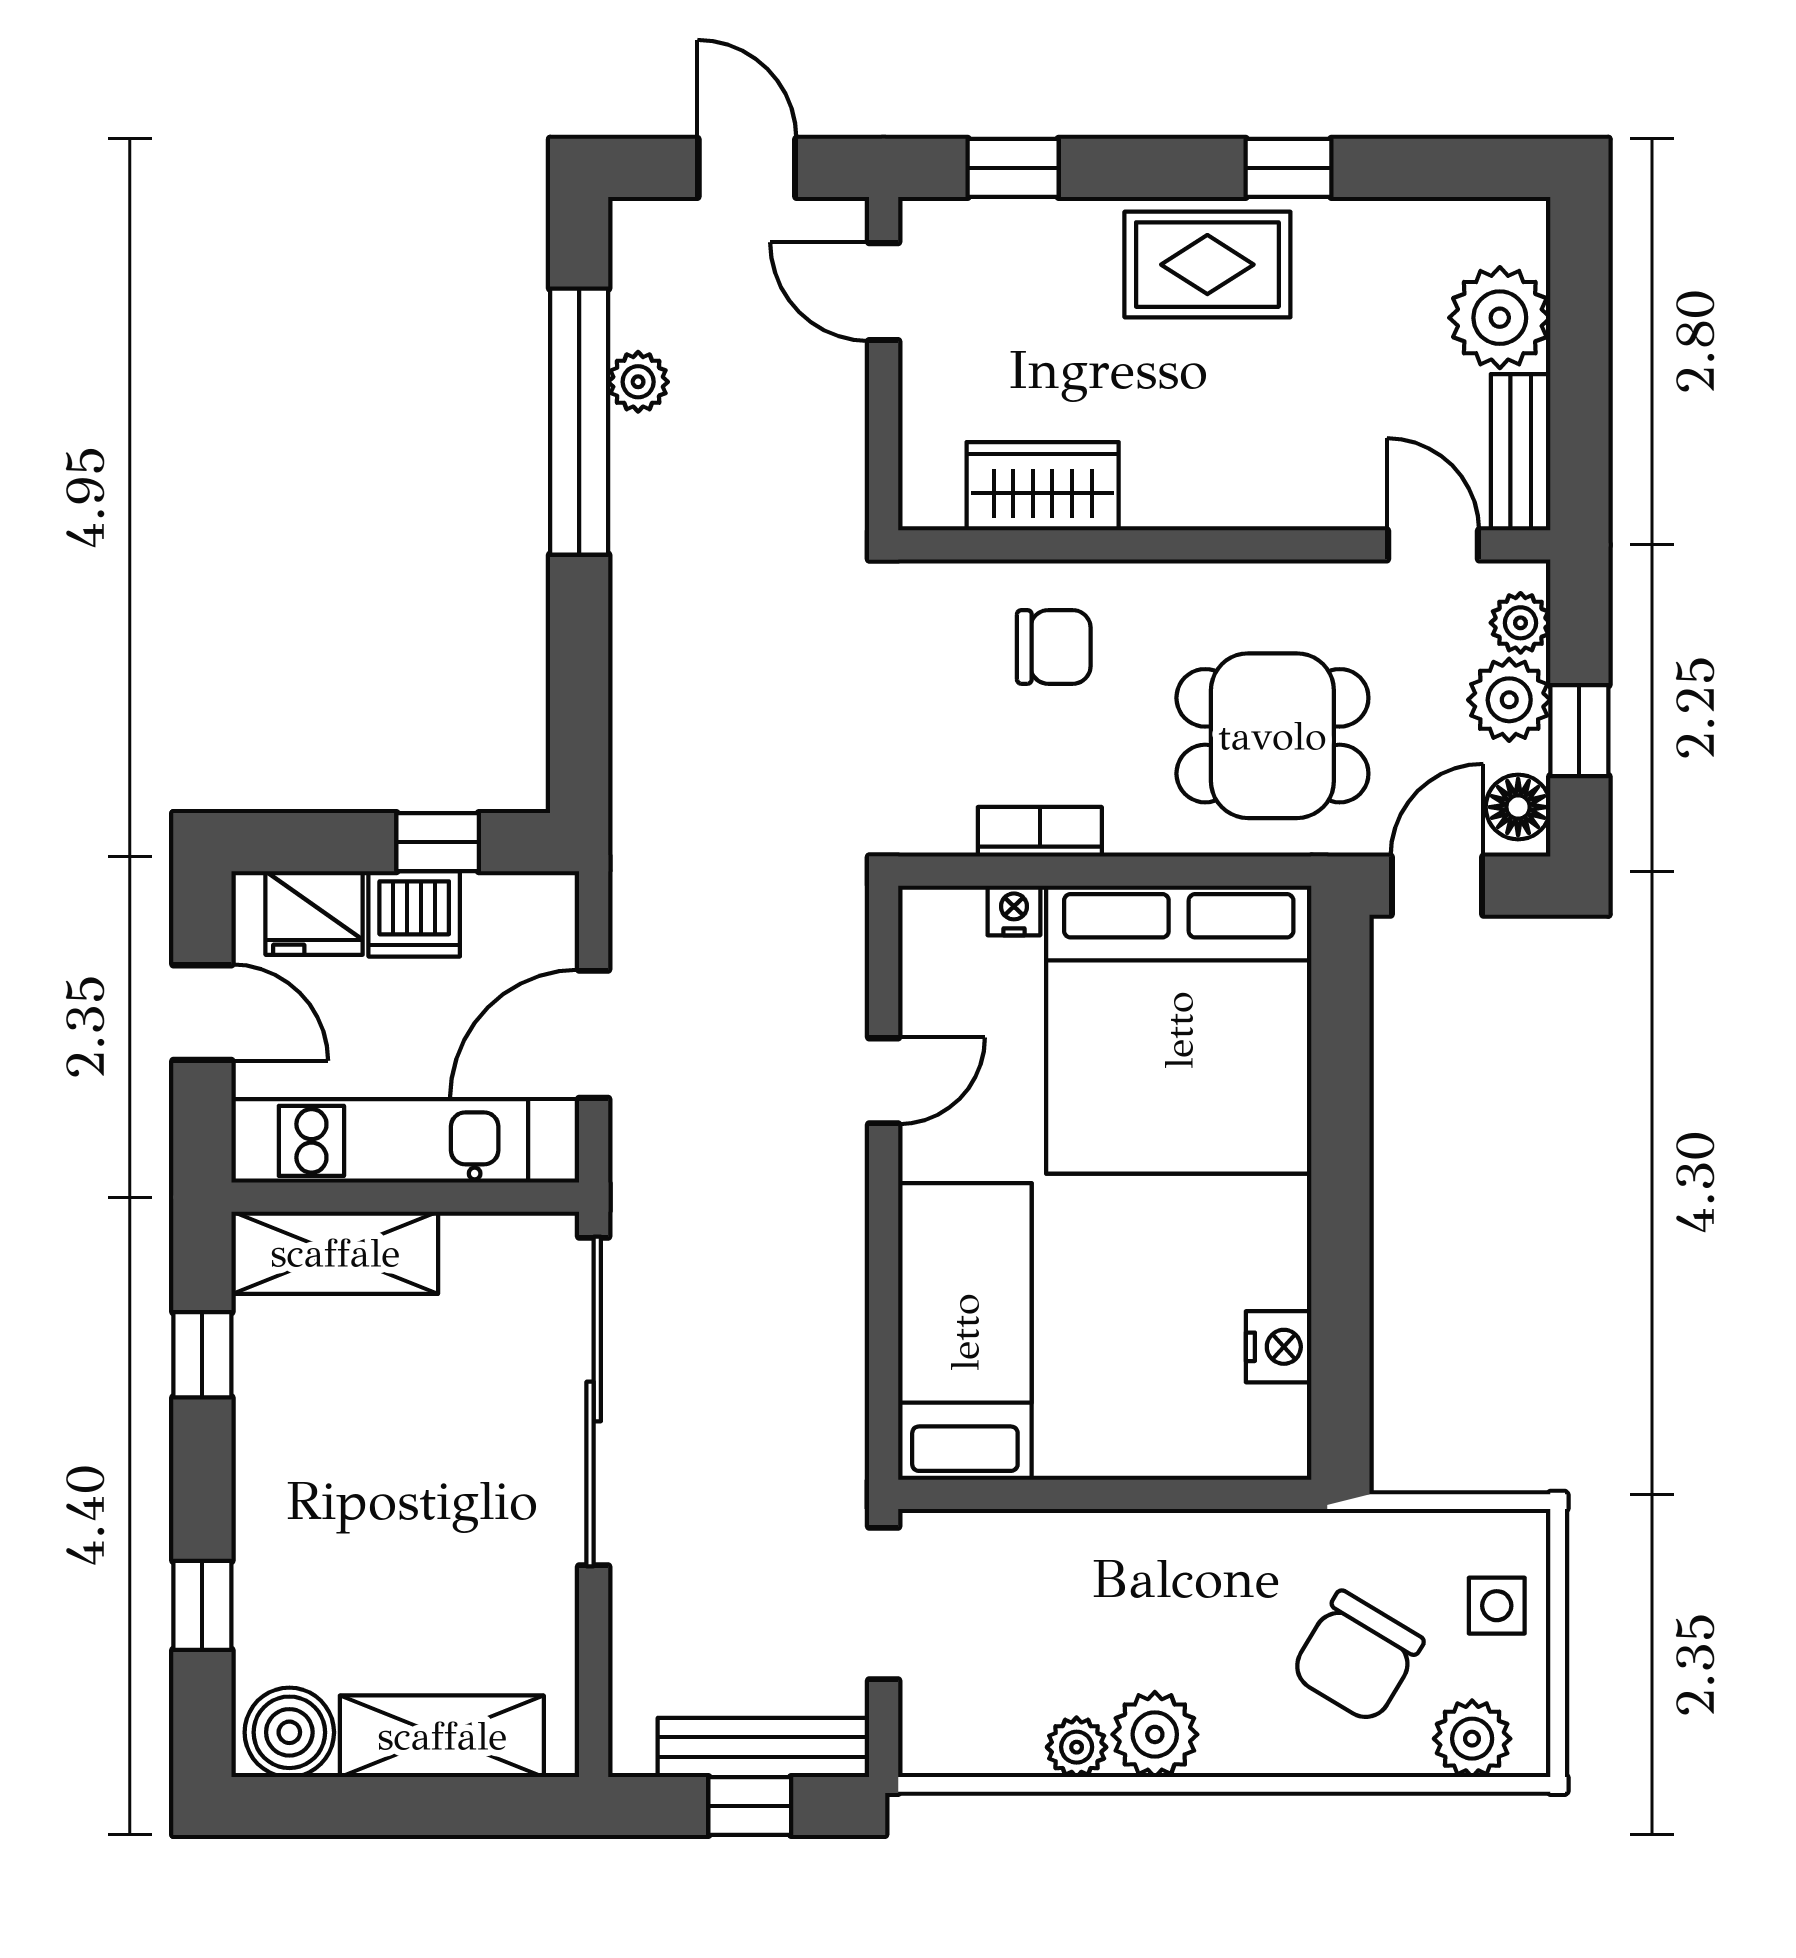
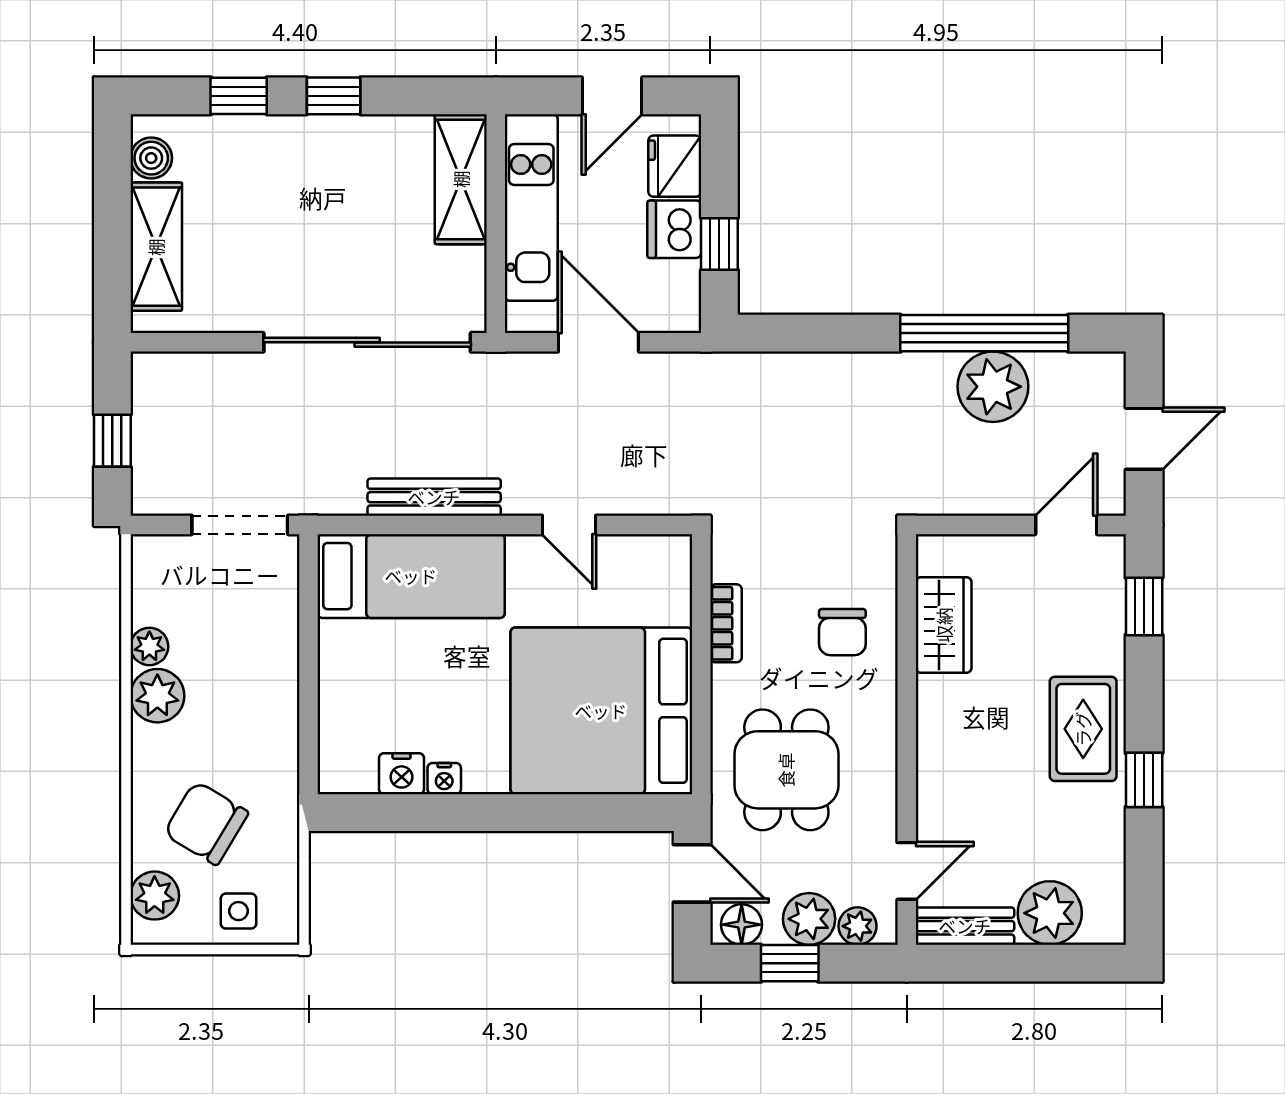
plant: (638, 382) -> (993, 387), width x1.87, depth x1.87
nightstand: (1014, 910) -> (444, 779), moved, turned 90
window: (202, 1355) -> (334, 96), moved
boiler: (289, 1732) -> (151, 158), width x0.73, depth x0.73
bench: (763, 1747) -> (434, 497), moved, turned 90

